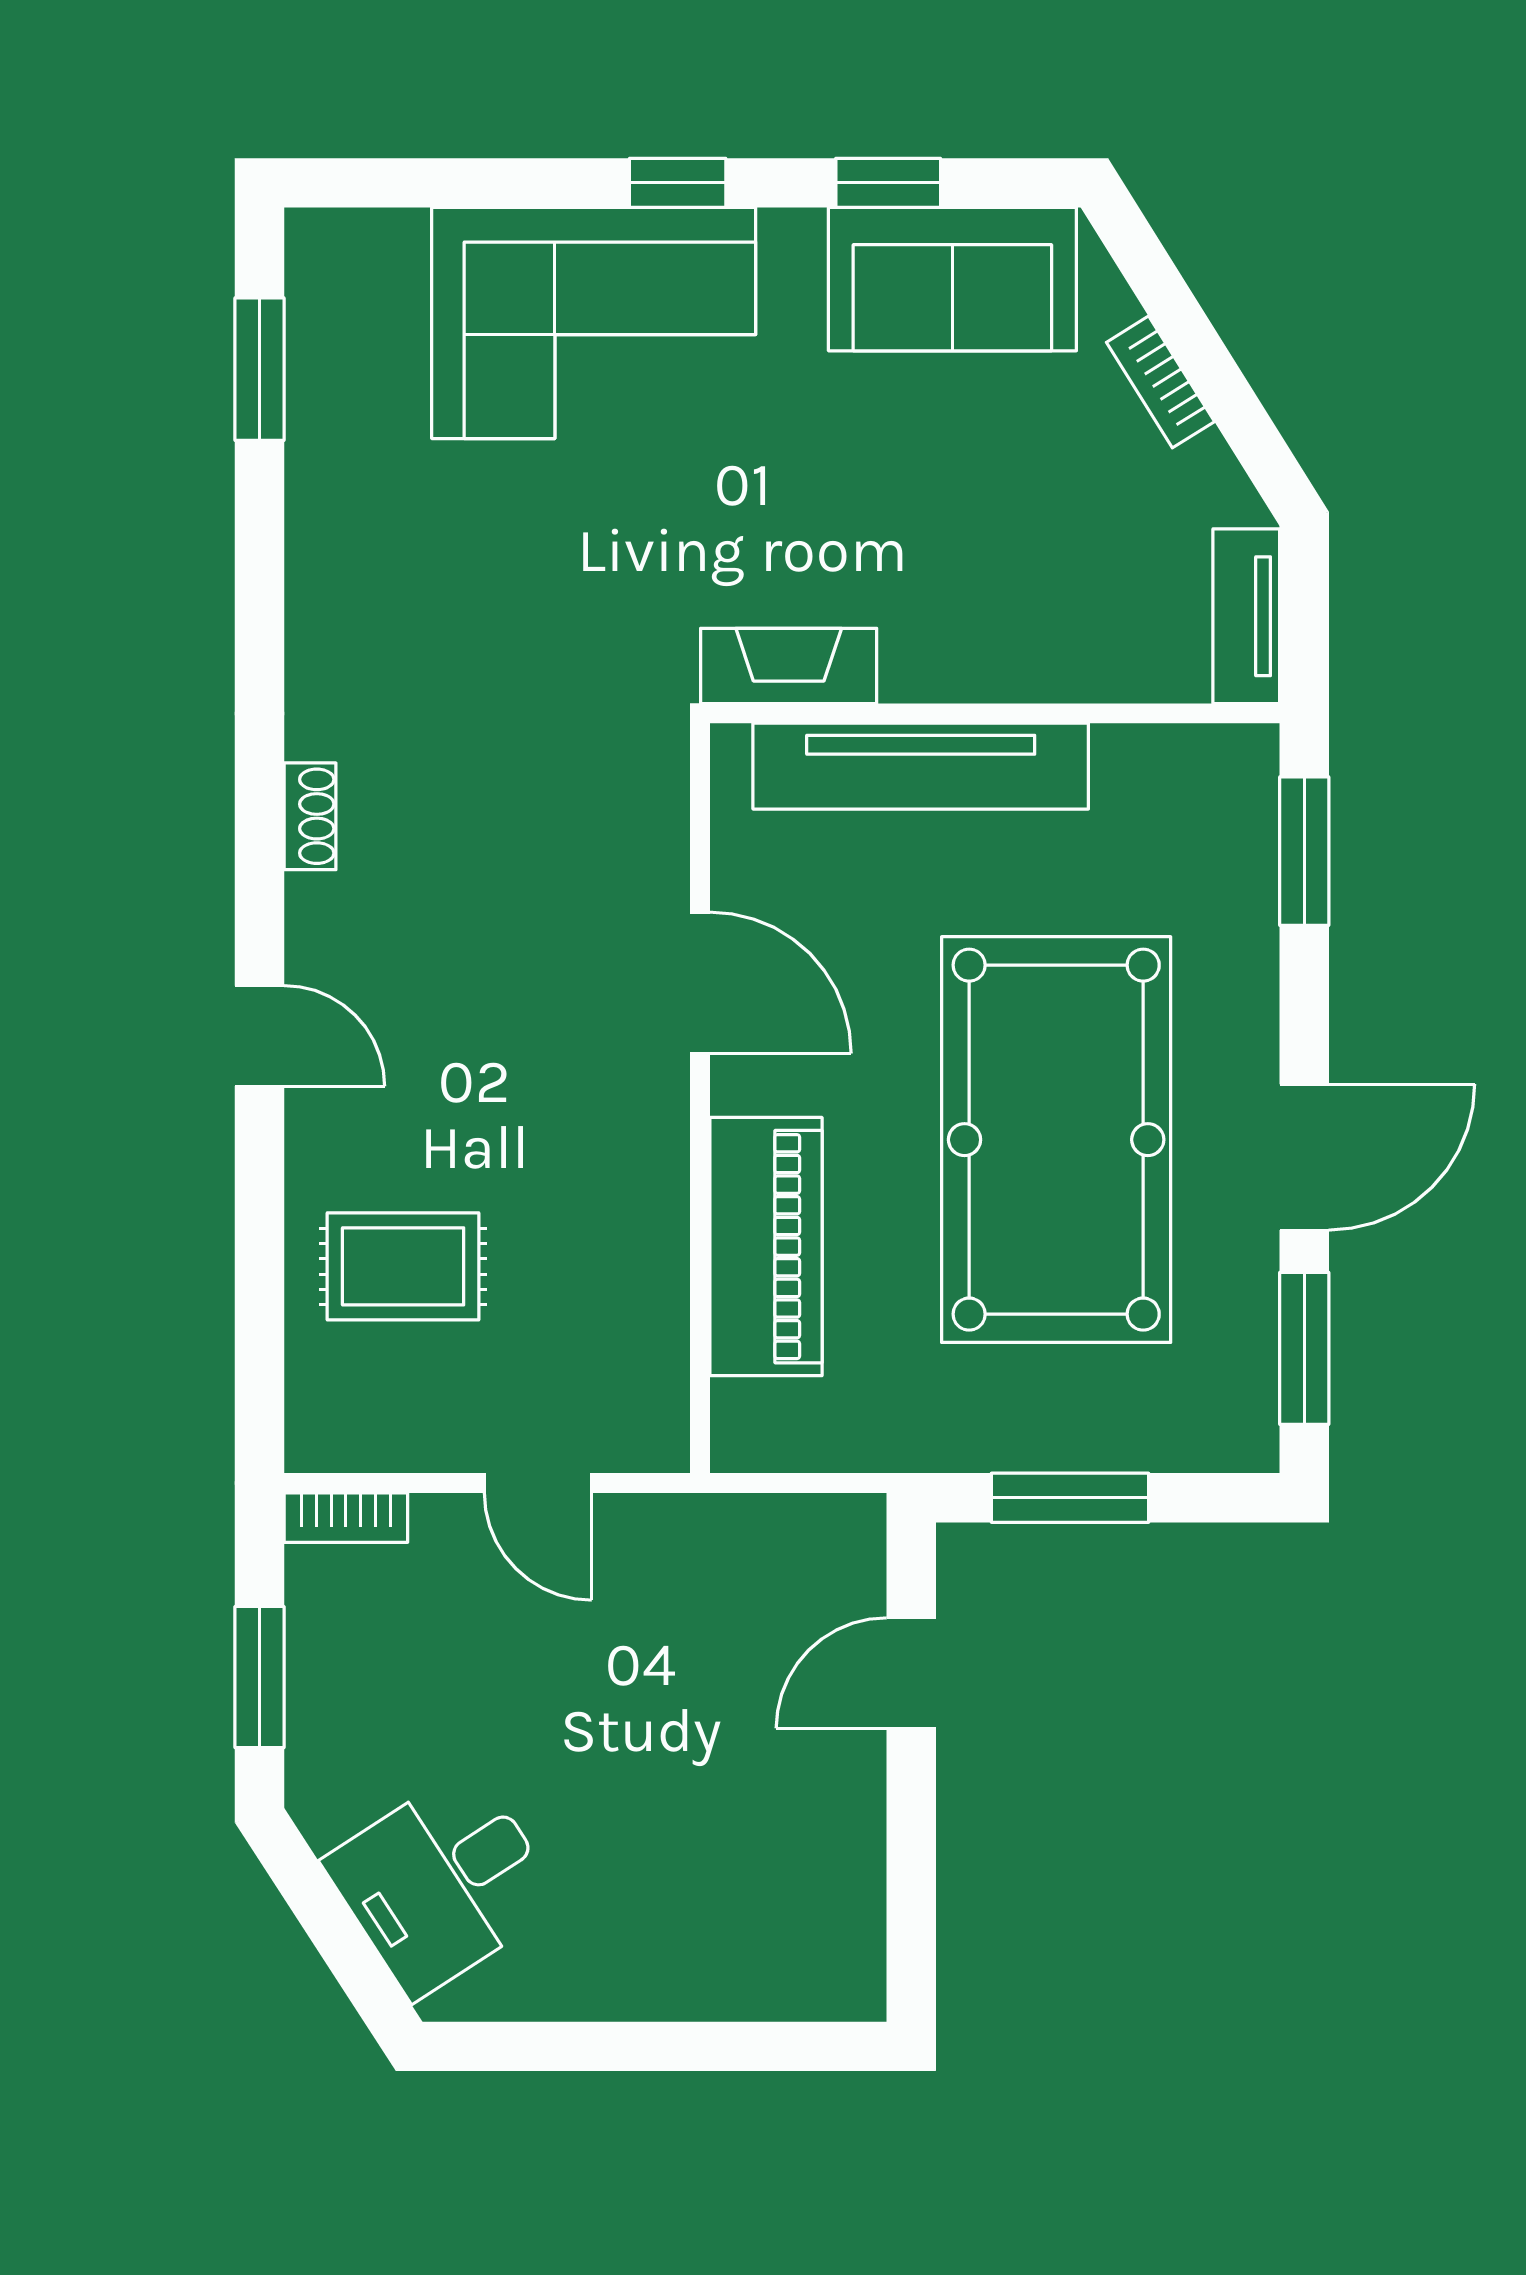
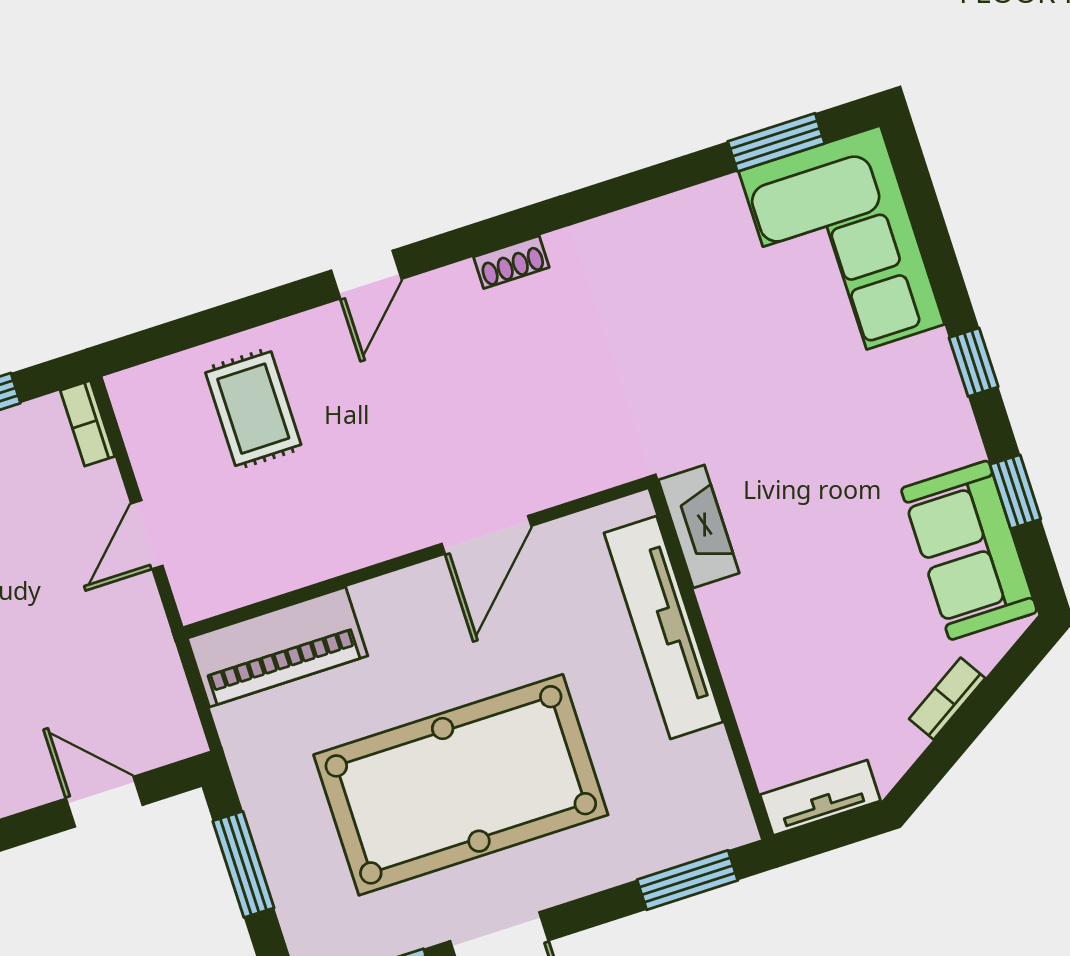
corner sofa: (594, 323) -> (842, 248), moved
piano: (766, 1247) -> (278, 647), moved

